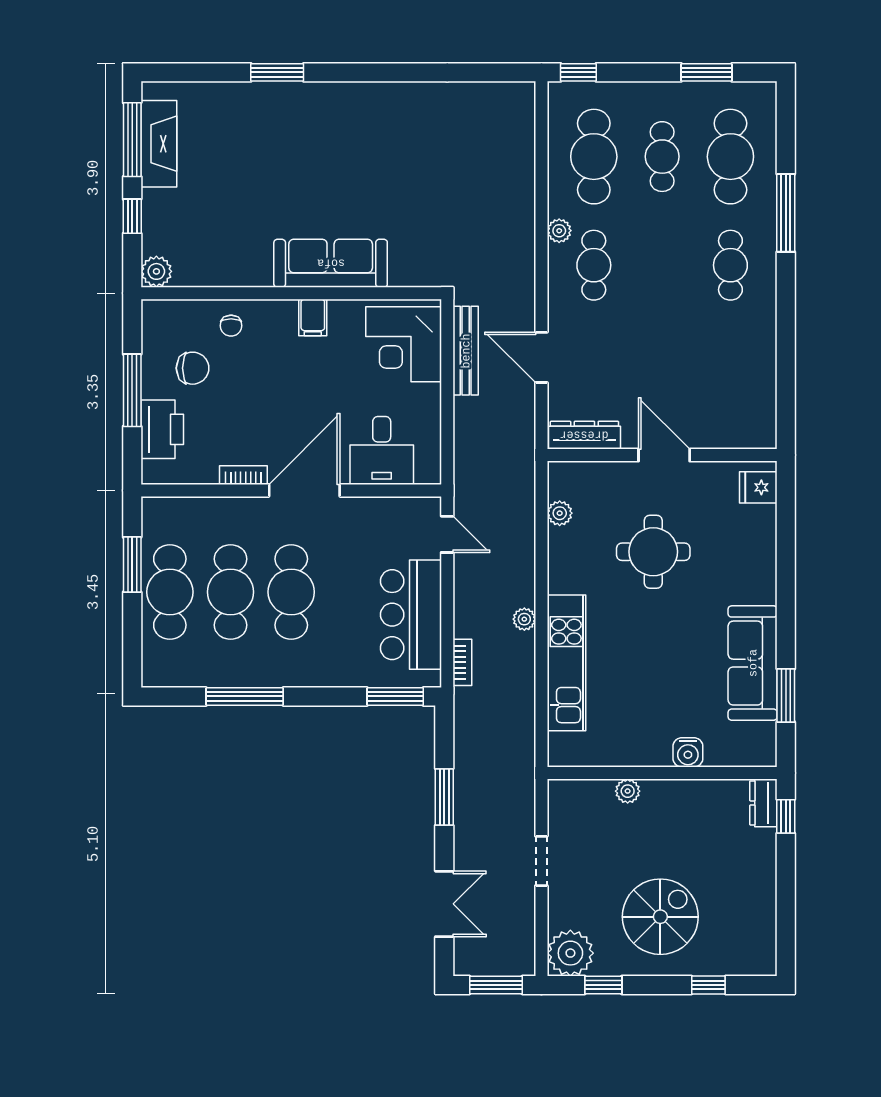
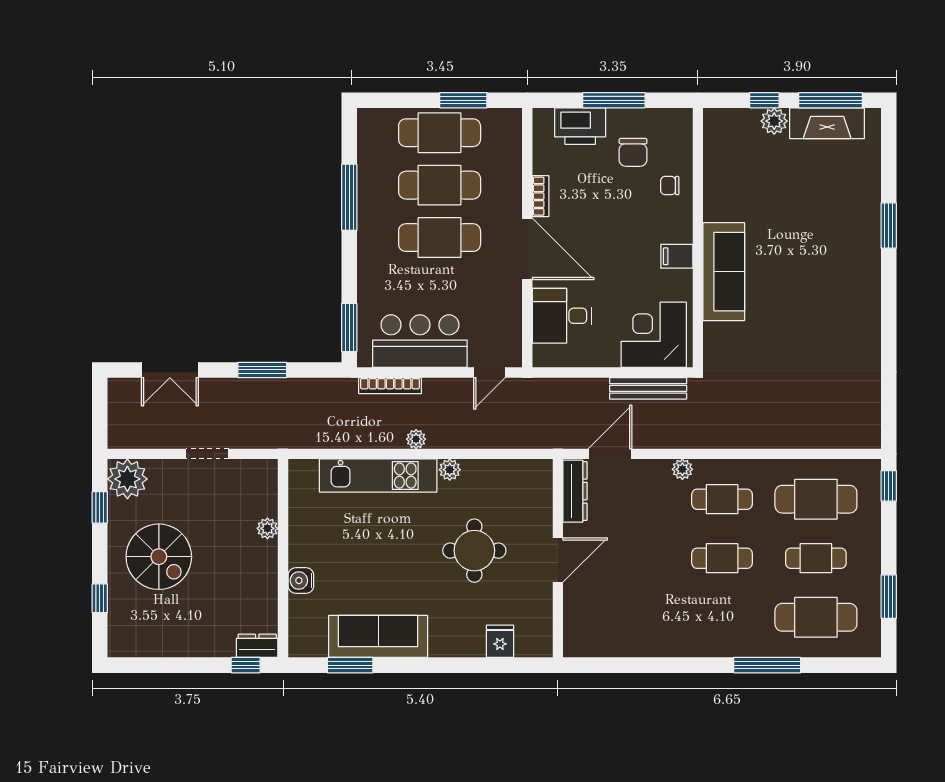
plant: (559, 231) -> (682, 469), moved
cafe table: (730, 265) -> (722, 558), moved
plant: (156, 271) -> (774, 121), moved
door: (541, 357) -> (610, 454), moved
fridge: (758, 487) -> (500, 641), moved
plant: (560, 513) -> (450, 470), moved
bookcase: (462, 662) -> (390, 386), width x1.56
window: (496, 985) -> (100, 415), removed

